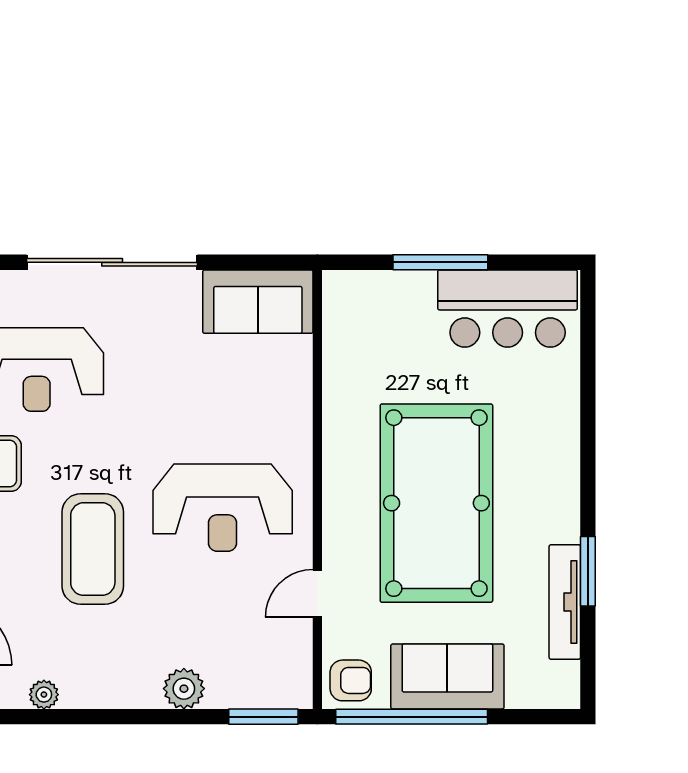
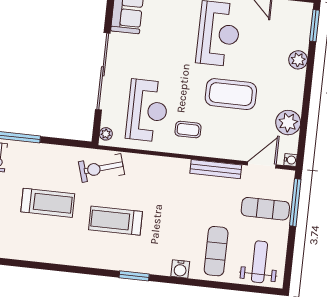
plant: (44, 695) -> (288, 123), width x1.87, depth x1.87

